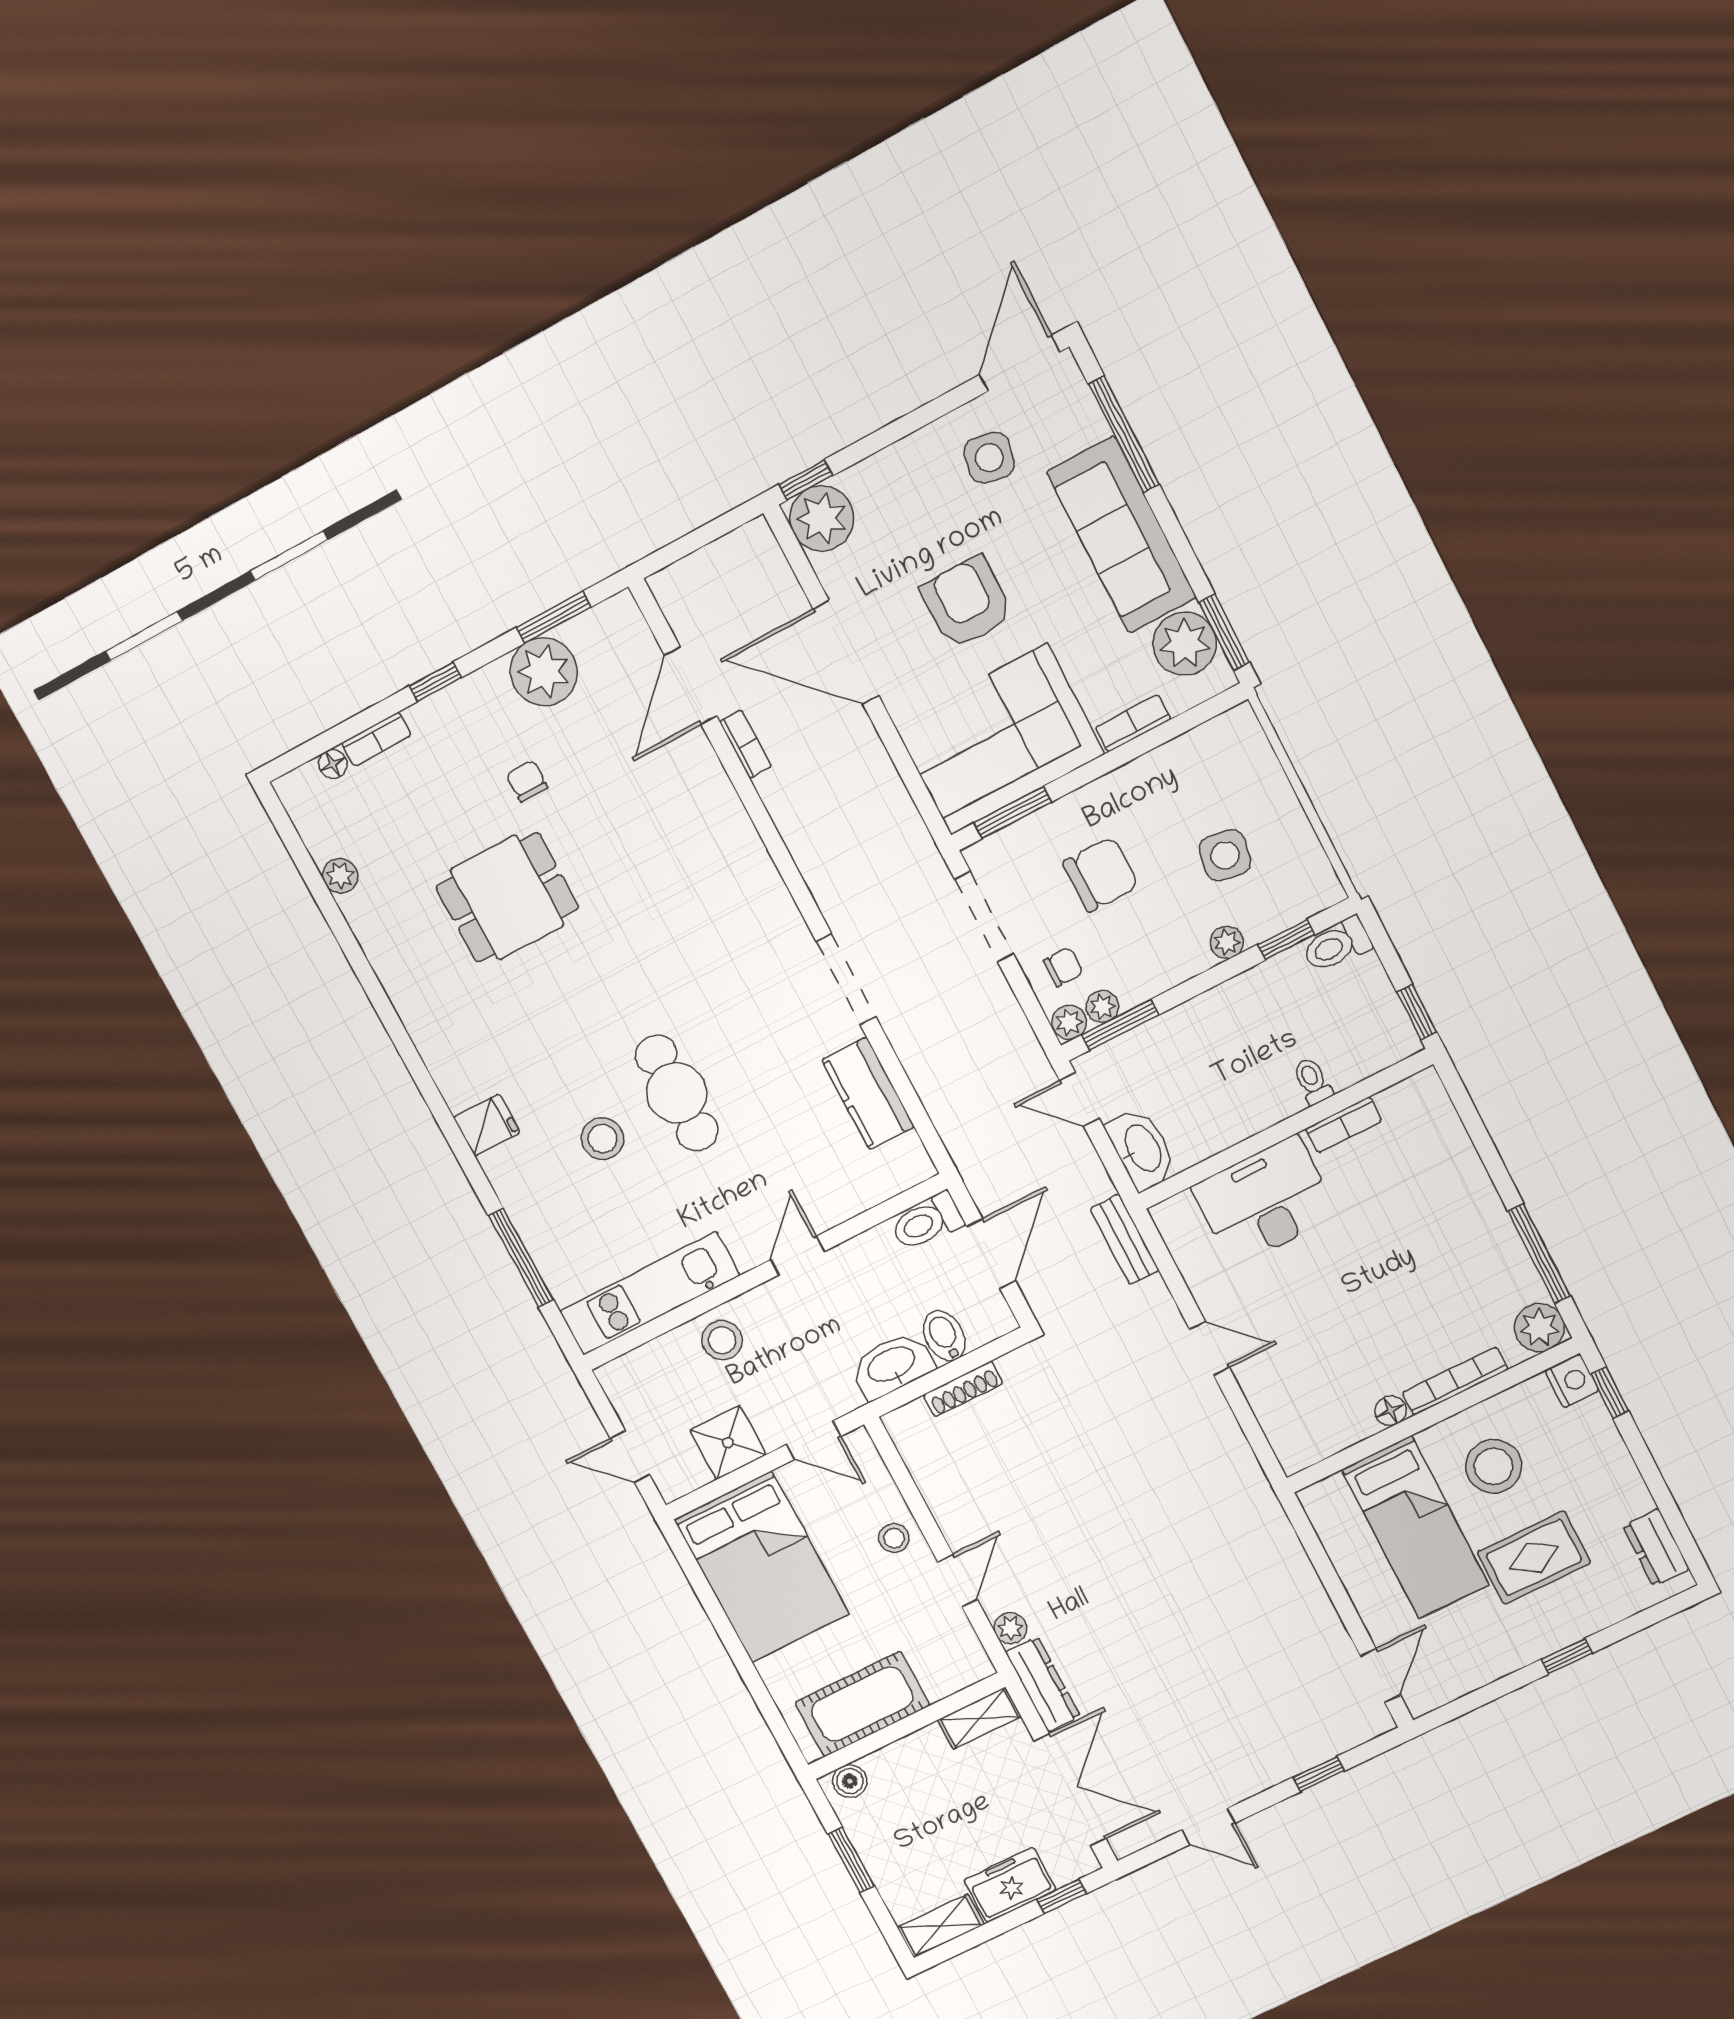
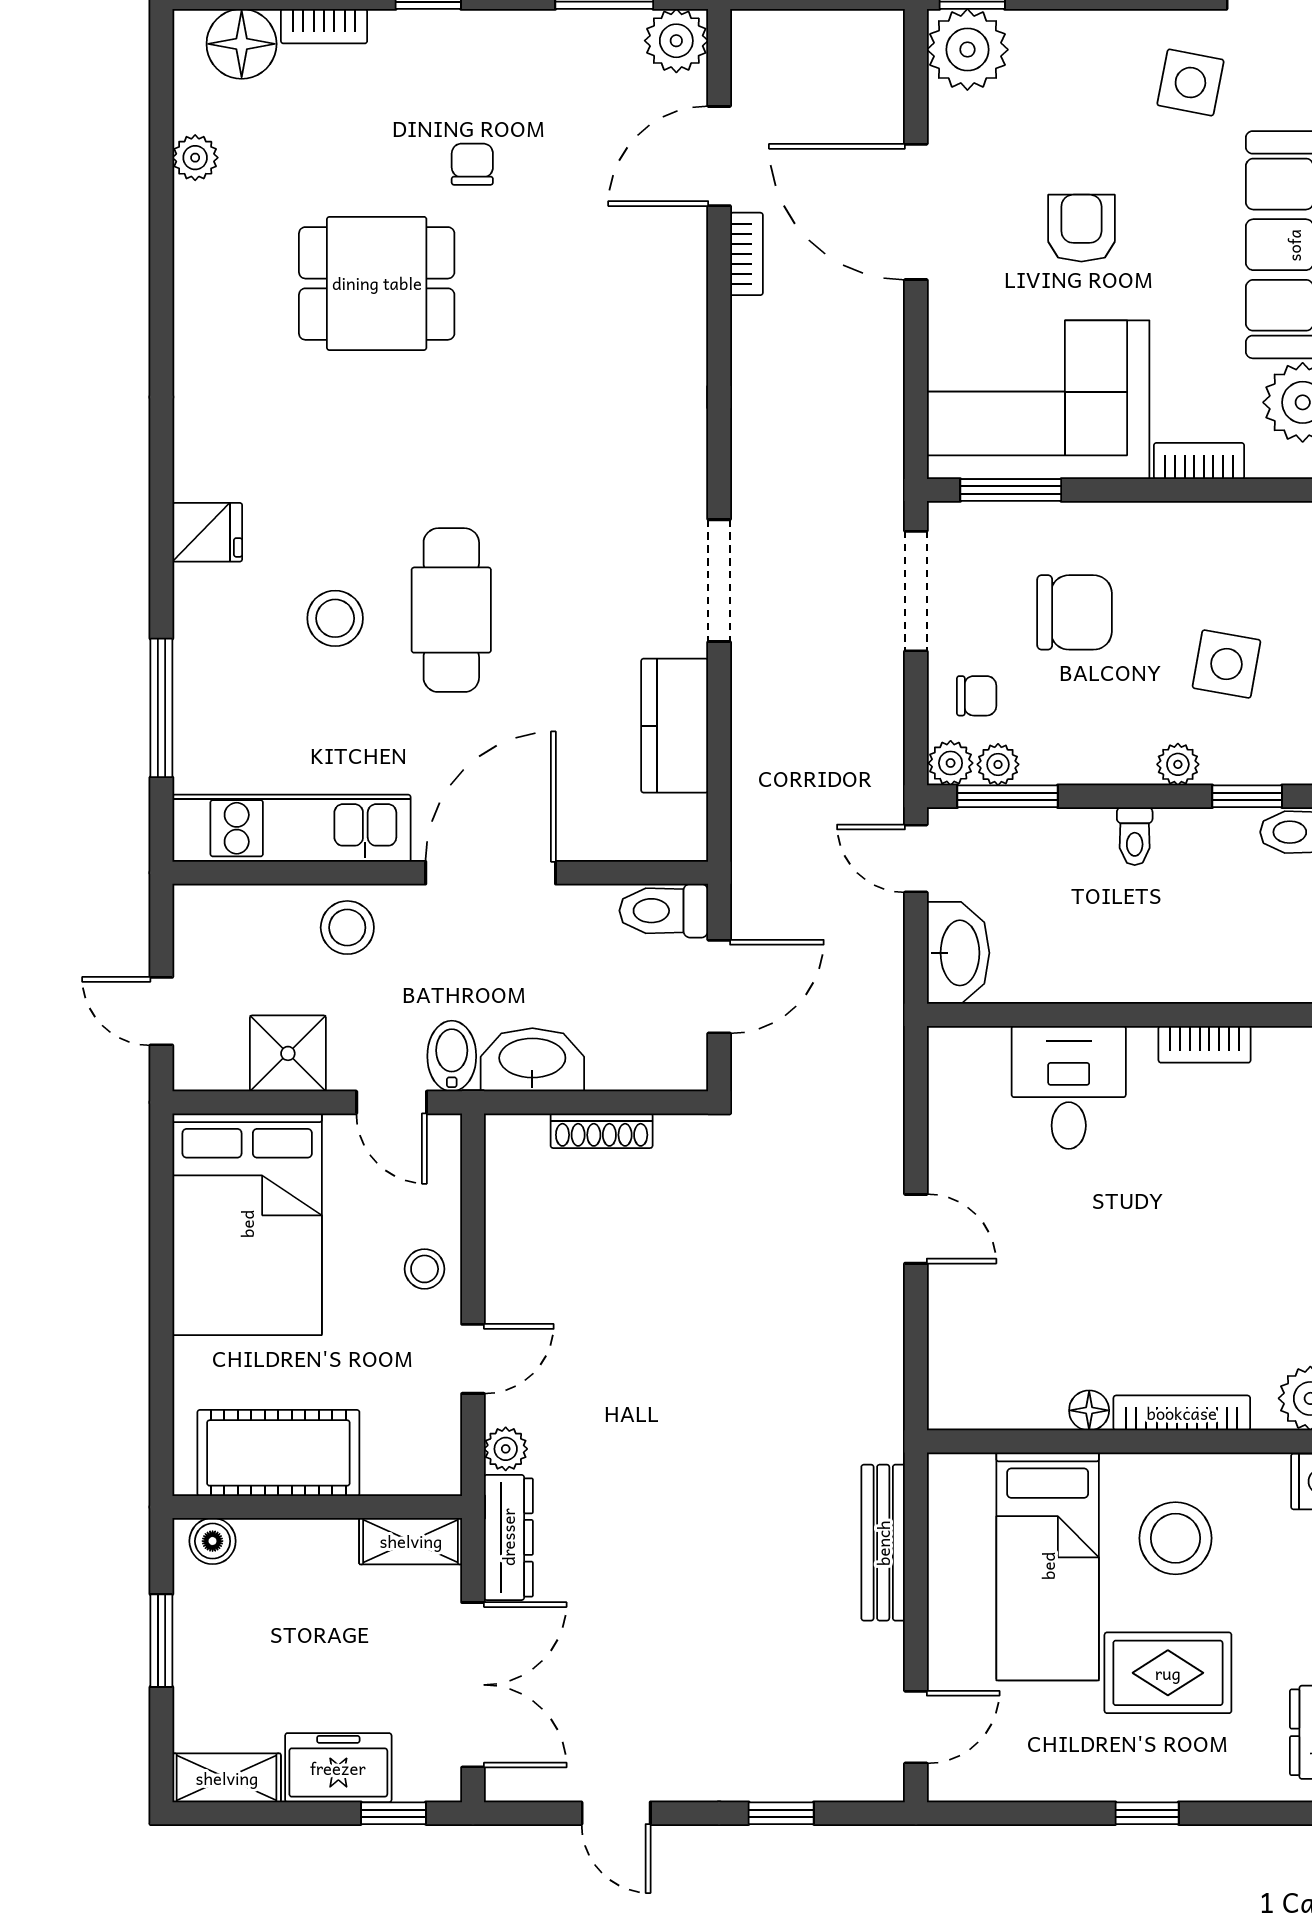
armchair: (967, 603) -> (1081, 228), width x0.72, depth x0.72
plant: (544, 672) -> (676, 41), moved, width x0.73, depth x0.73
floor lamp: (333, 764) -> (242, 44), width x1.89, depth x1.89
toilet: (1312, 1081) -> (1135, 836), moved, turned 180
desk: (1265, 1201) -> (1069, 1087), width x0.73
bench: (1124, 1239) -> (883, 1543), moved, width x1.36
door: (798, 1255) -> (491, 873), width x1.87
bidet: (944, 1336) -> (452, 1056), moved

